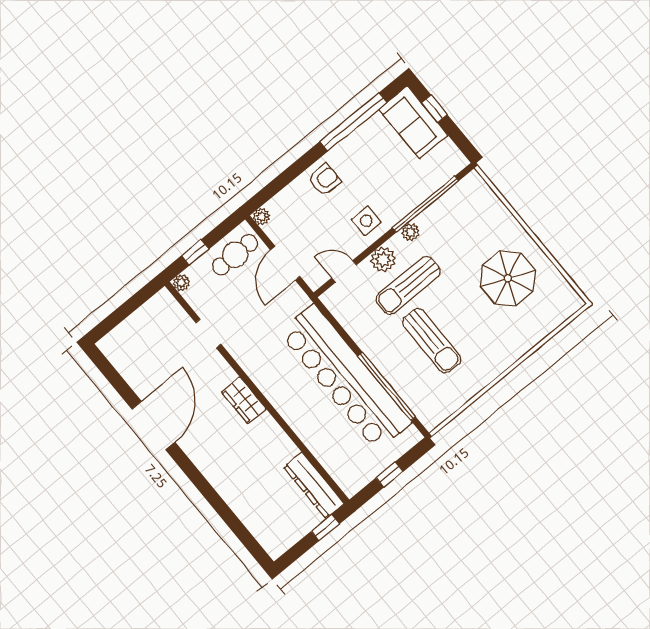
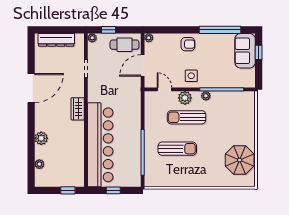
parasol: (508, 278) -> (240, 160), moved
sun lounger: (432, 341) -> (177, 149), turned -90
bar counter: (345, 377) -> (100, 145), moved, turned 180
plant: (227, 485) -> (41, 138), added
dresser: (314, 485) -> (56, 40), moved, turned -90
plant: (254, 524) -> (39, 164), added

